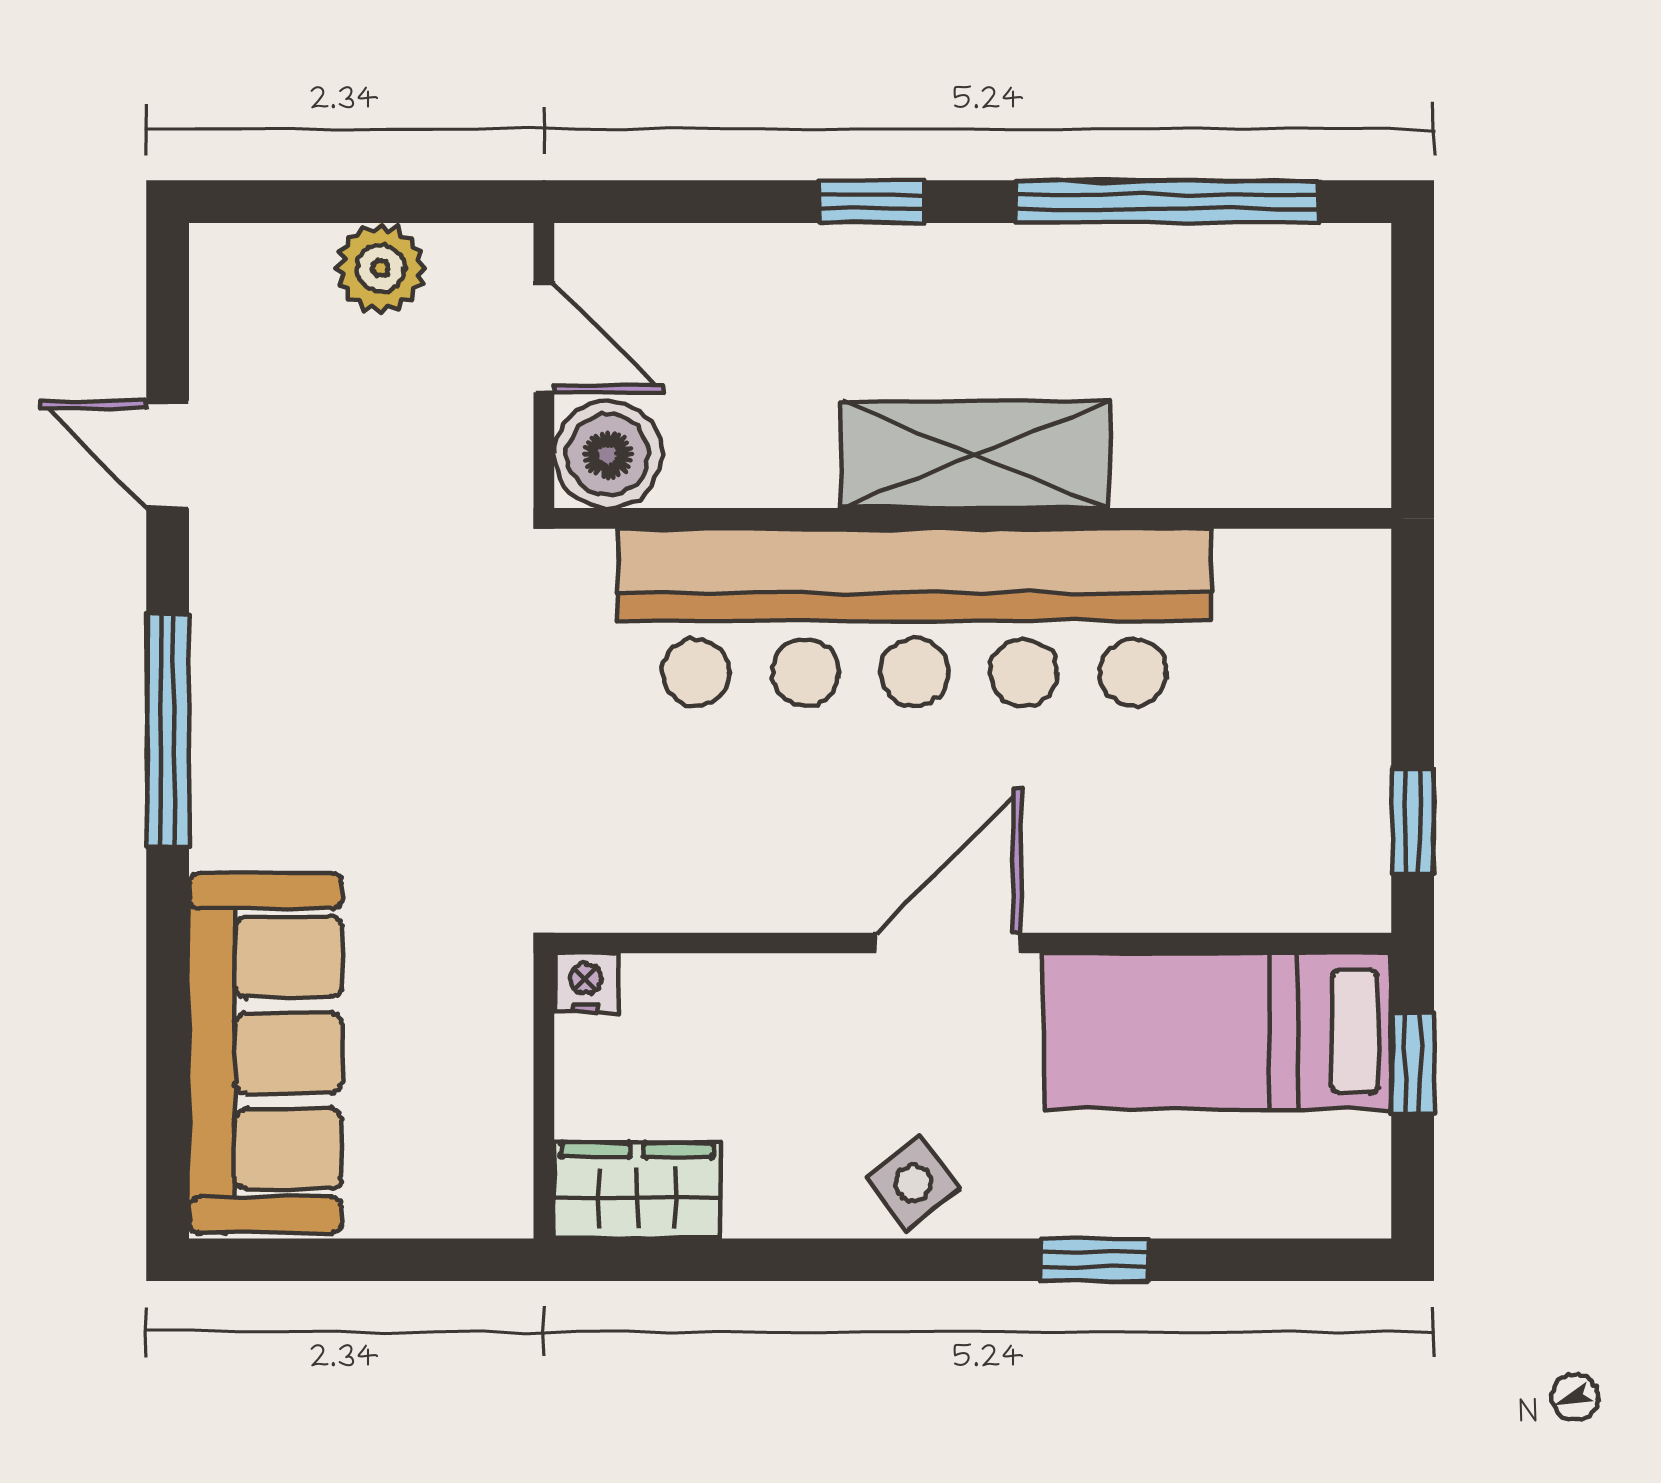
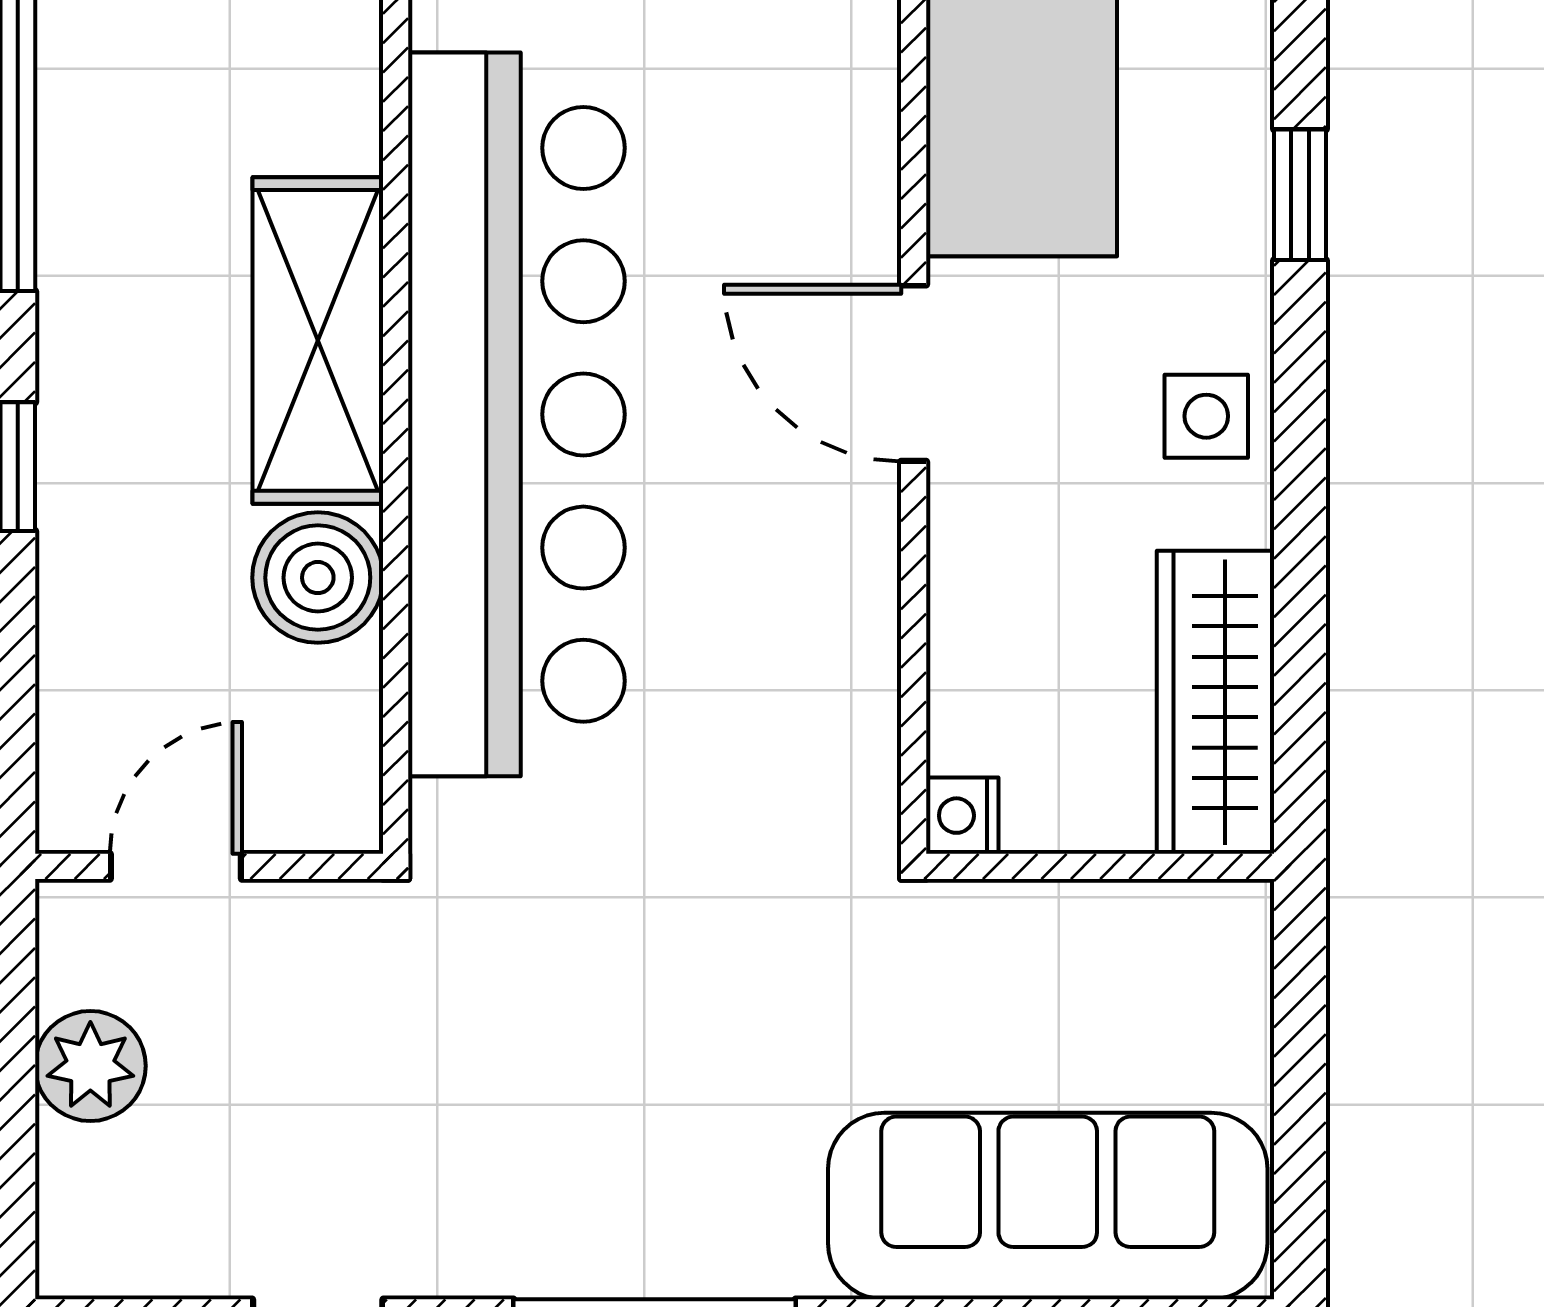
boiler: (608, 455) -> (318, 578), moved
side table: (913, 1183) -> (1206, 416), turned 38
wardrobe: (637, 1190) -> (1215, 702), width x1.50

